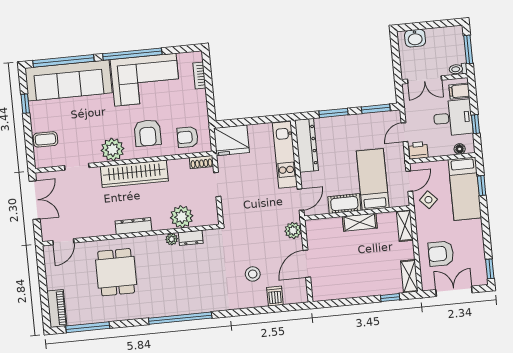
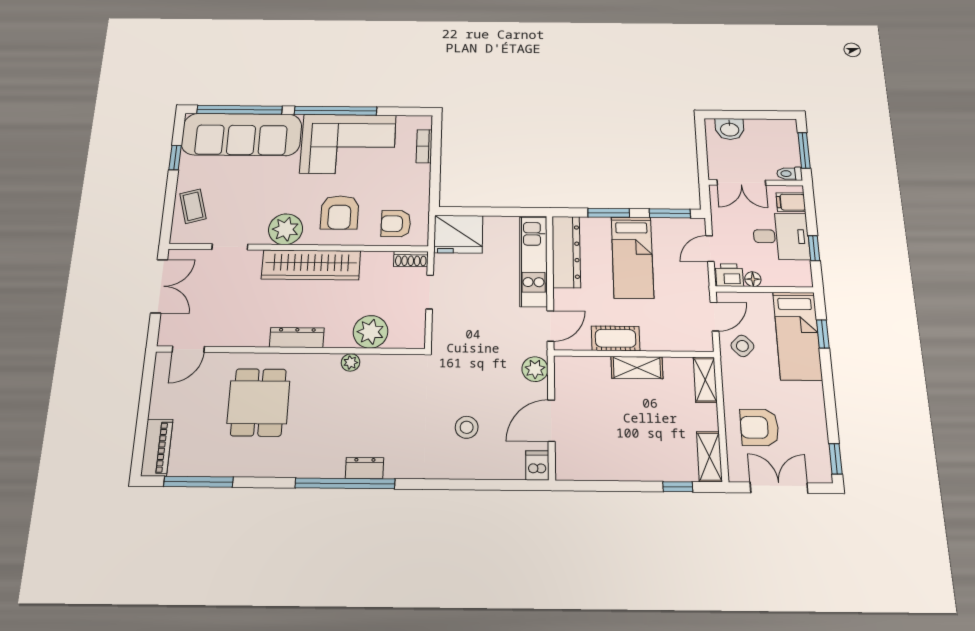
coffee table: (45, 139) -> (193, 206), turned 74
floor lamp: (460, 149) -> (753, 279), moved
bed: (373, 179) -> (632, 257), moved, turned 180
dresser: (191, 238) -> (365, 468), moved, turned 180
dishwasher: (275, 296) -> (537, 465), moved

